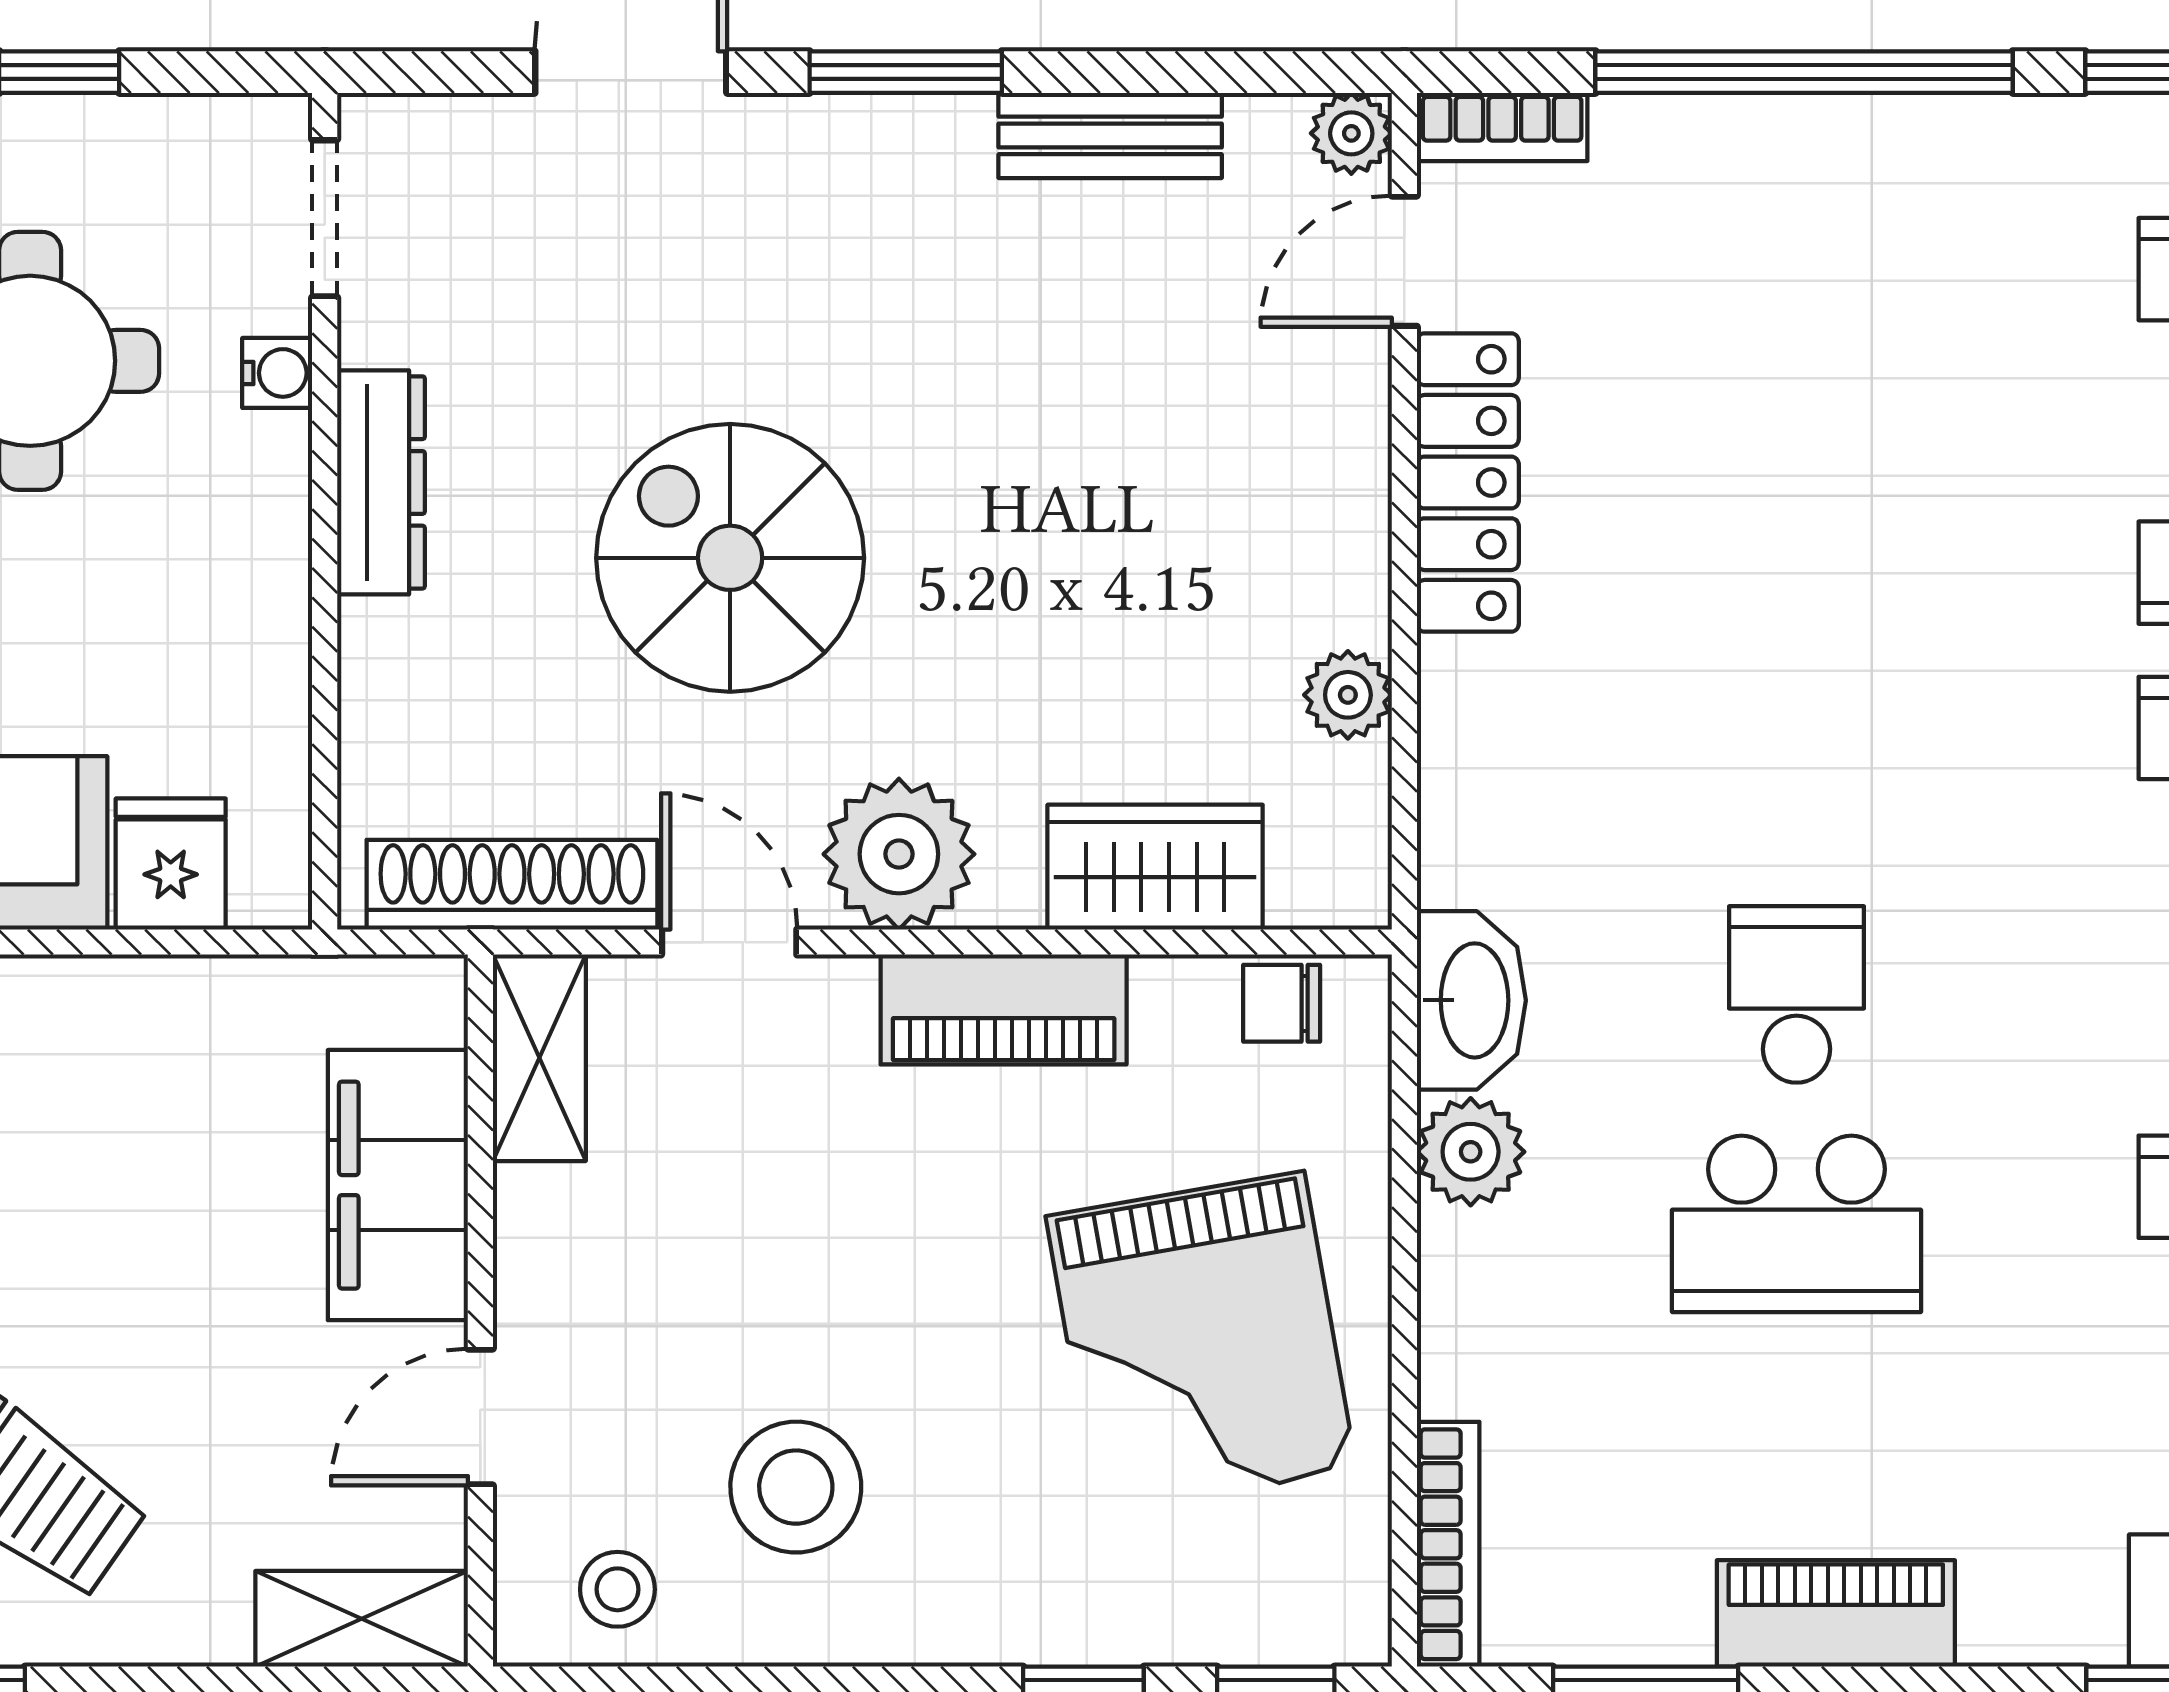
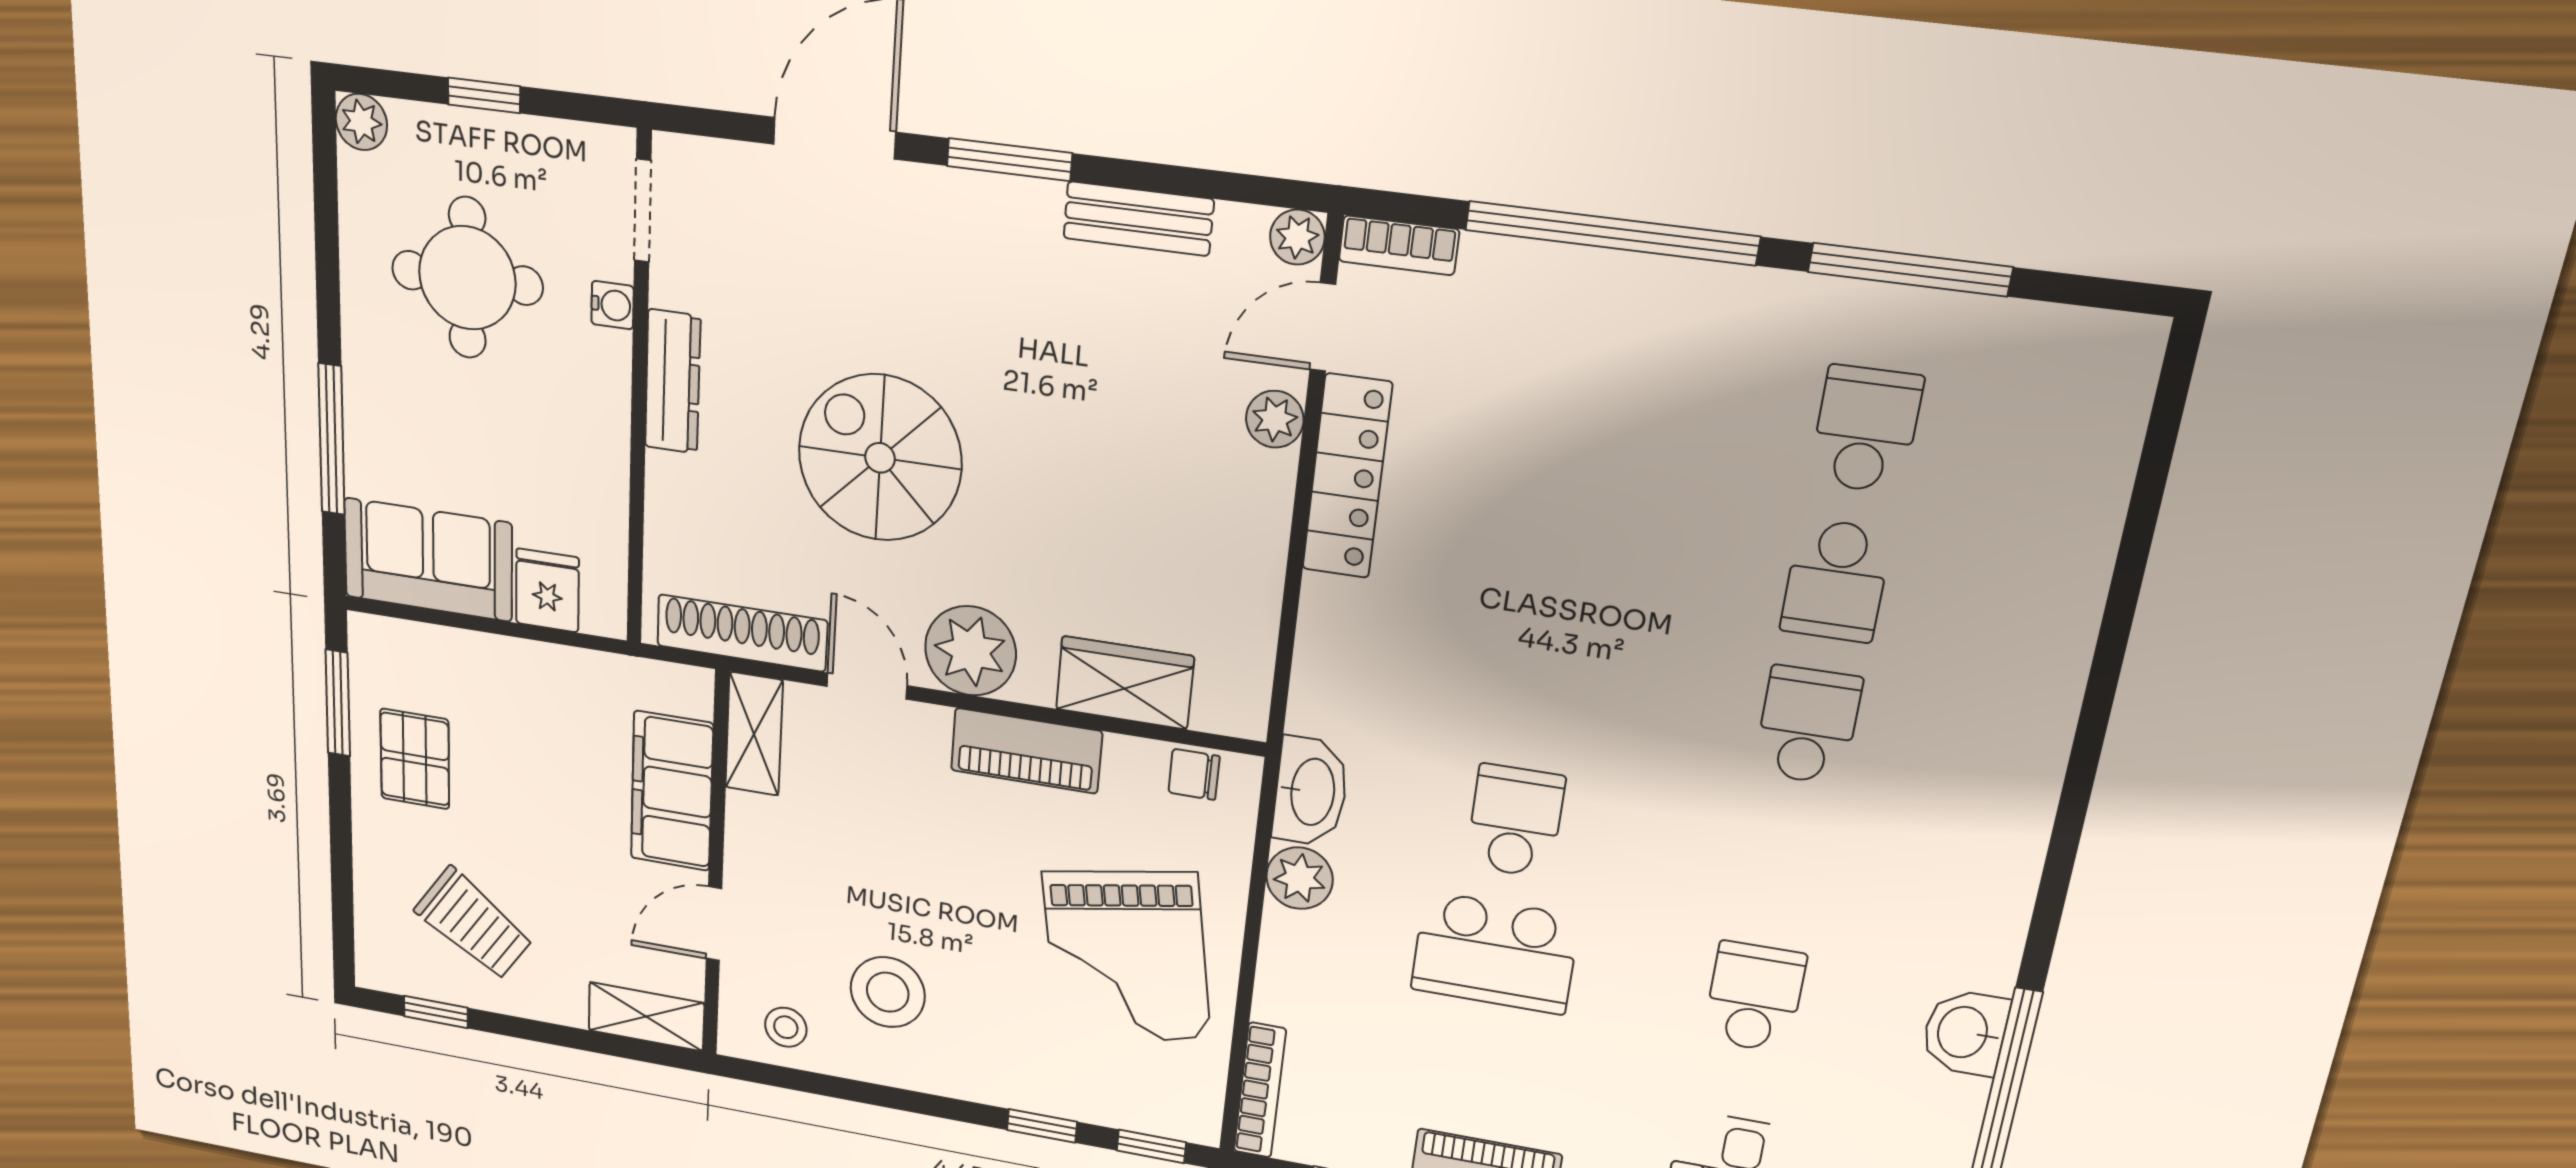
plant: (1348, 695) -> (1275, 419), moved

